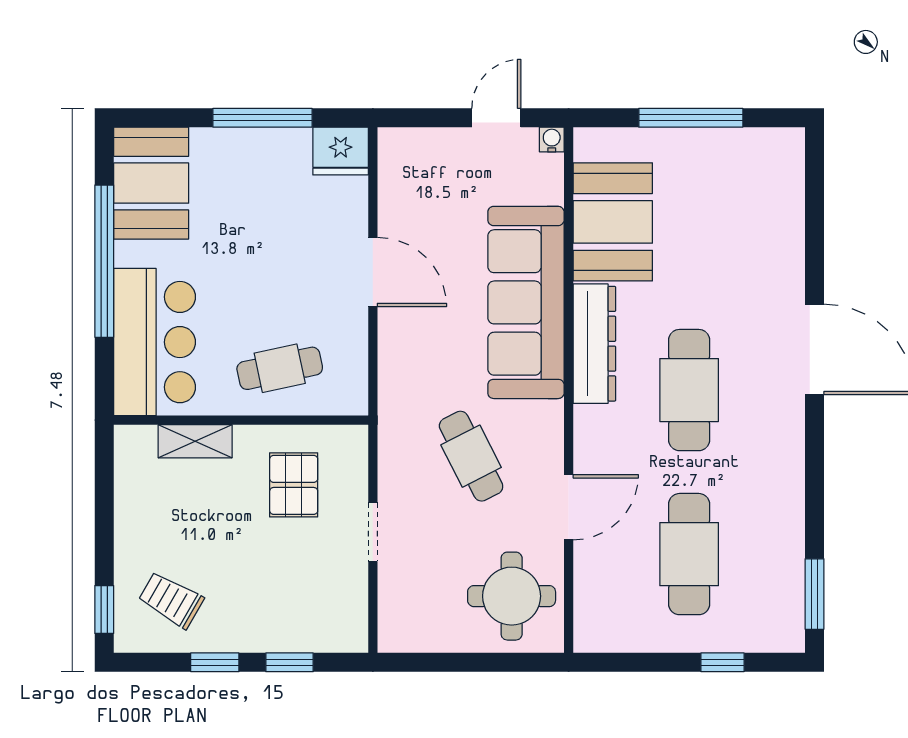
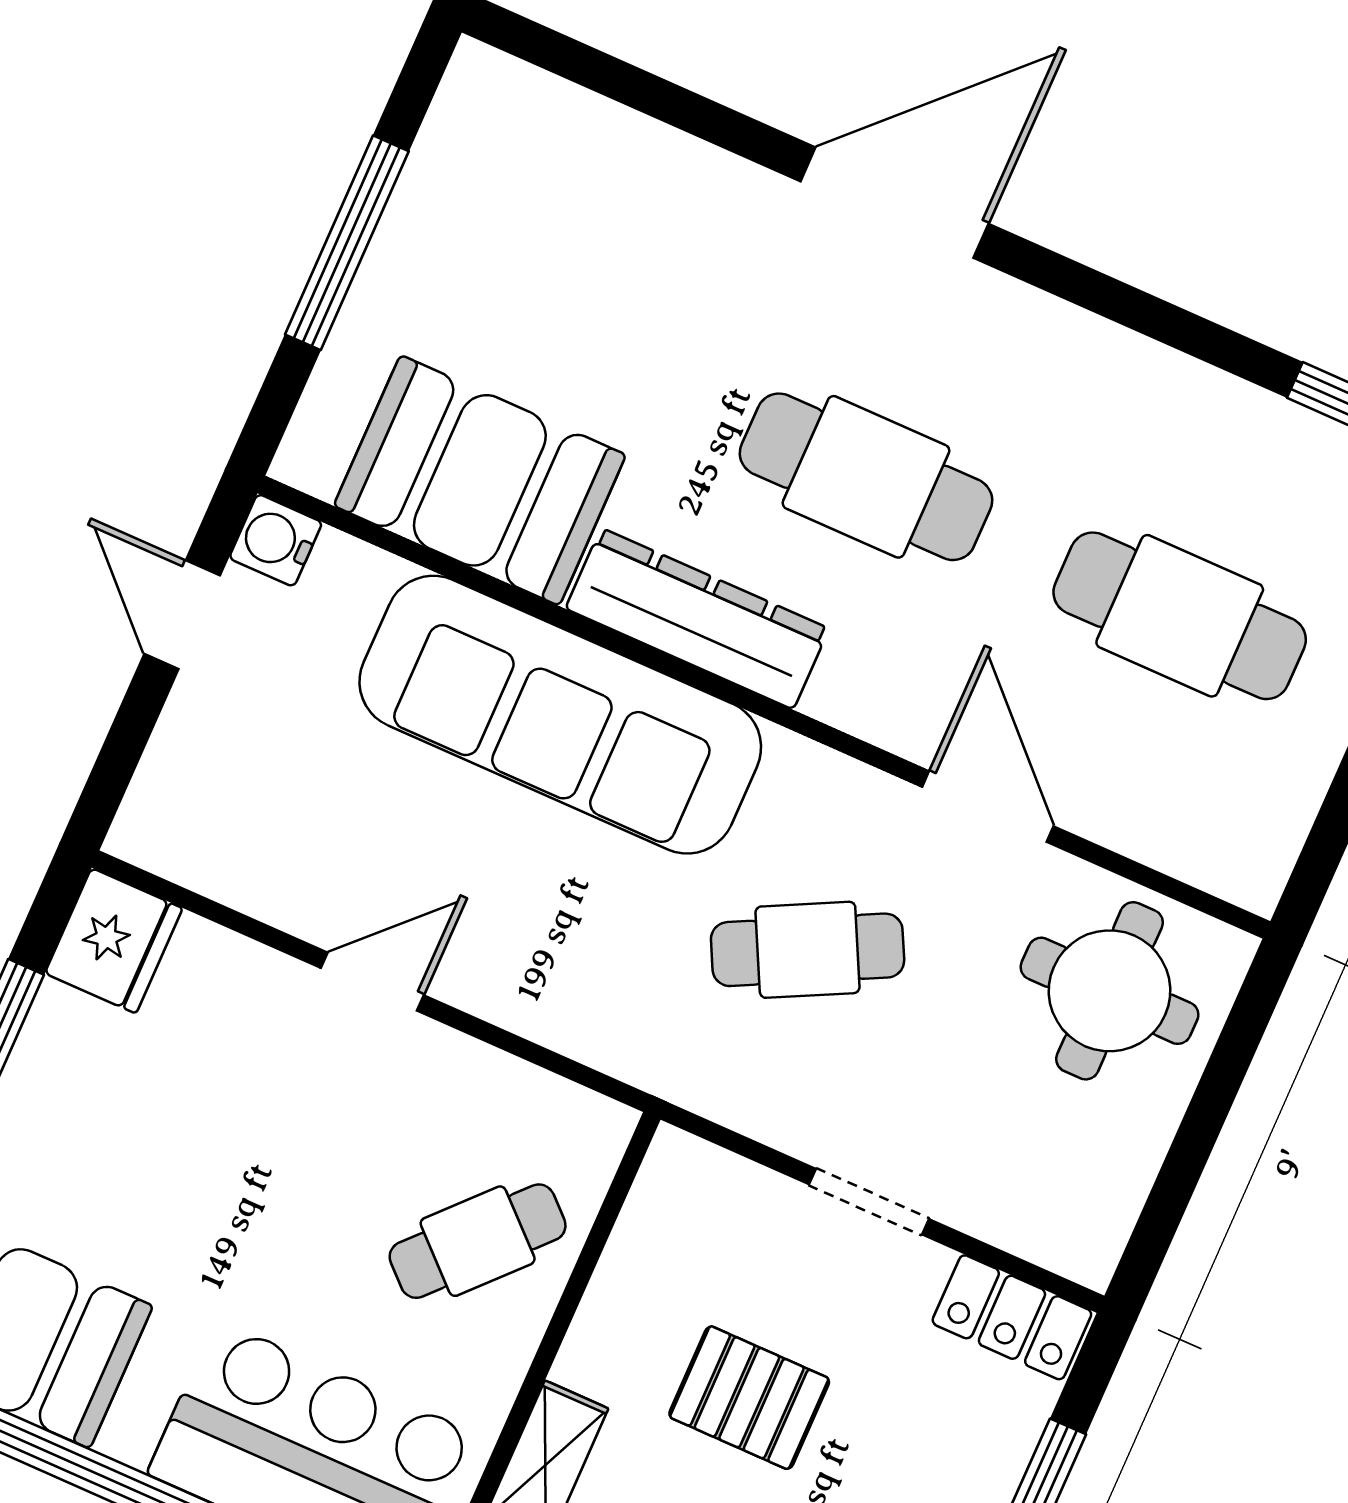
water cooler: (552, 140) -> (276, 540), width x1.38, depth x1.38
door: (373, 272) -> (372, 982), width x0.73
cafe table: (280, 368) -> (478, 1241), turned 55
pallet: (294, 485) -> (749, 1398), moved
locker: (350, 617) -> (1012, 1317), added

